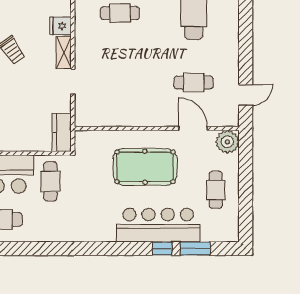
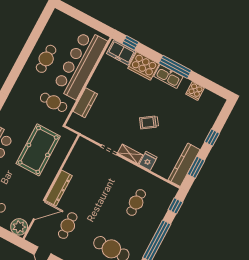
dresser: (153, 118) -> (59, 188), added
kitchen counter: (62, 132) -> (85, 103), moved, turned 90
pool table: (145, 167) -> (38, 150), moved

